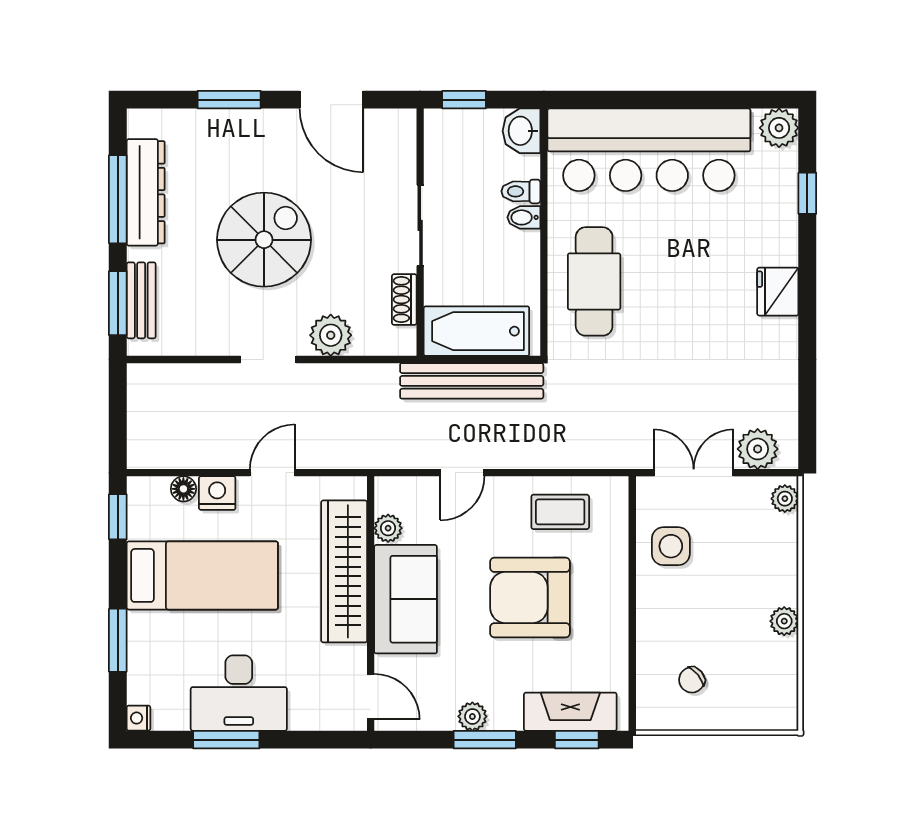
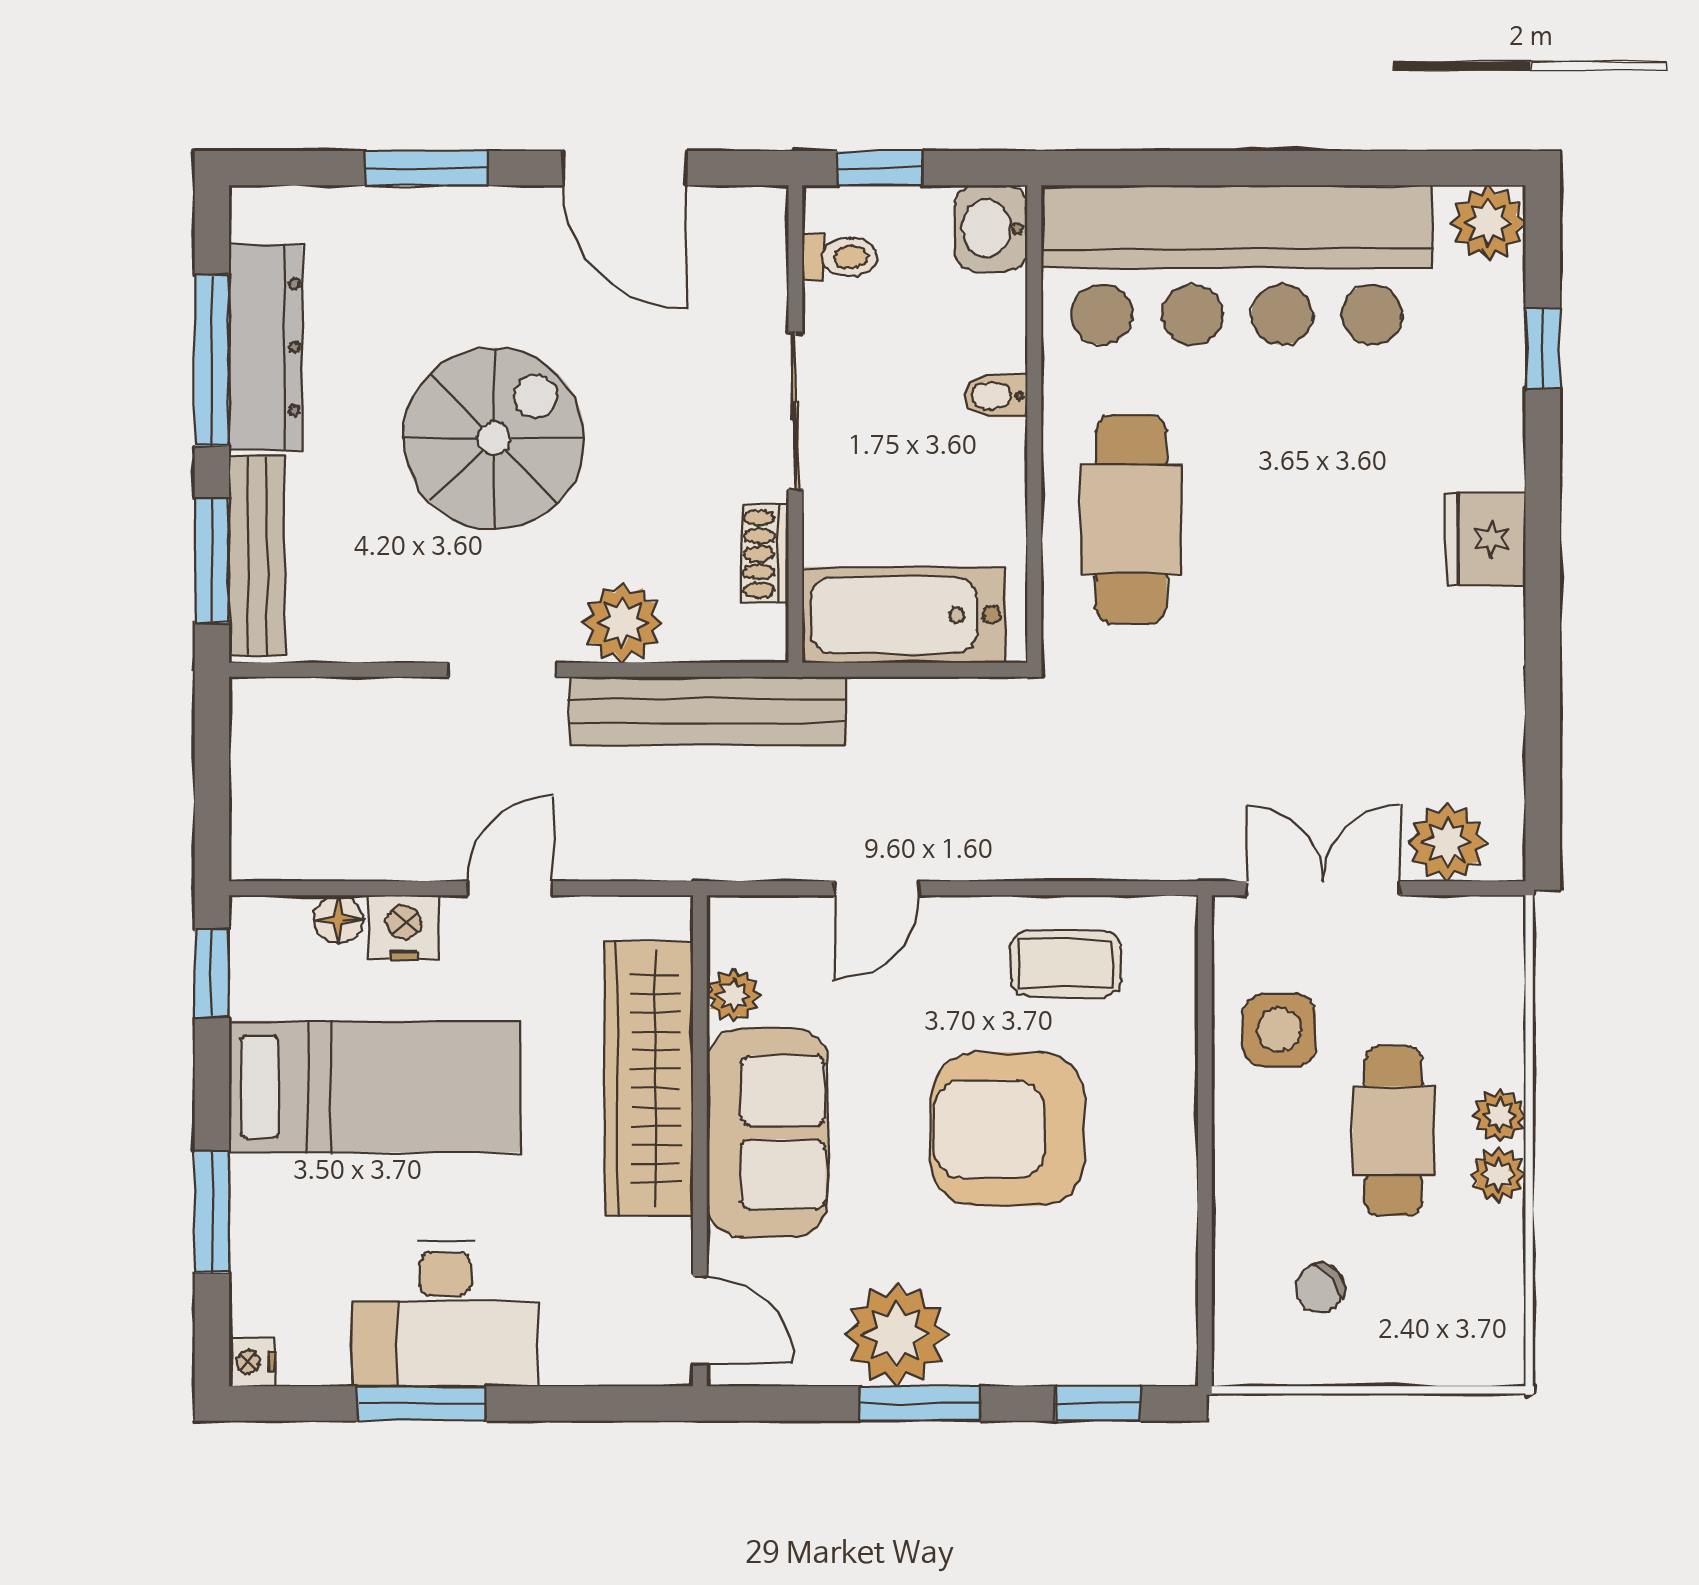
toilet: (521, 191) -> (840, 257), moved, turned 180
bench: (141, 300) -> (257, 555), width x1.36
bench: (472, 381) -> (708, 711), moved
plant: (785, 499) -> (1499, 1115), moved
cafe table: (730, 598) -> (1393, 1131), added
fireplace: (570, 712) -> (1085, 1350), removed
plant: (472, 716) -> (896, 1335), width x1.88, depth x1.88

